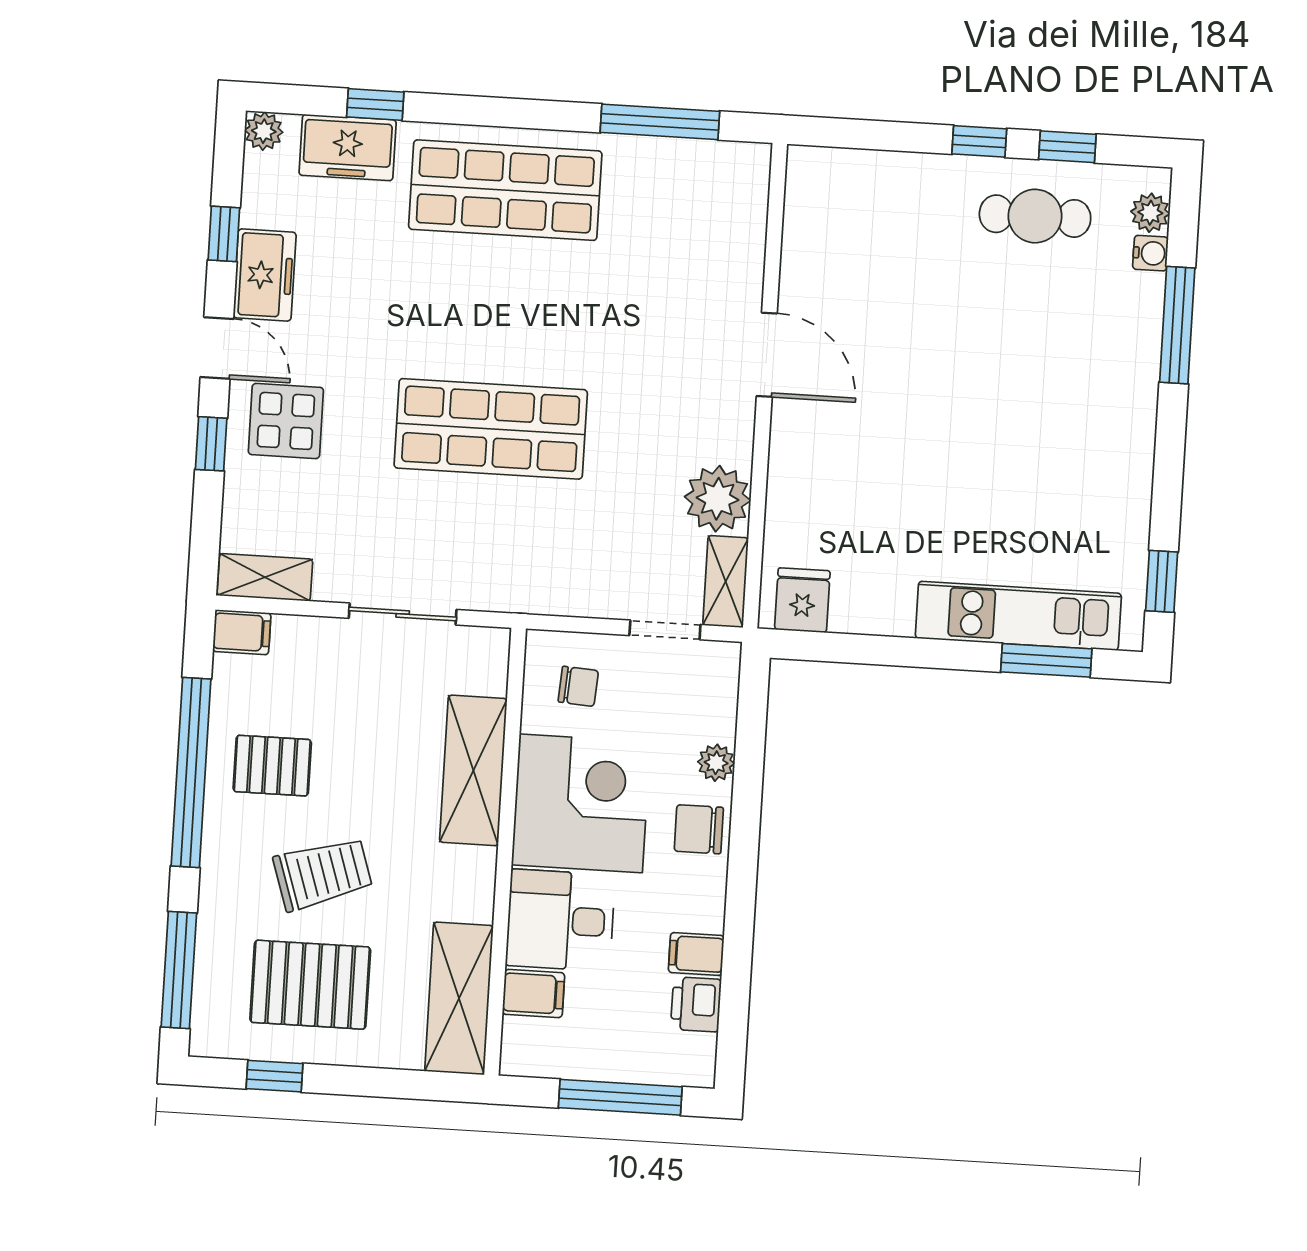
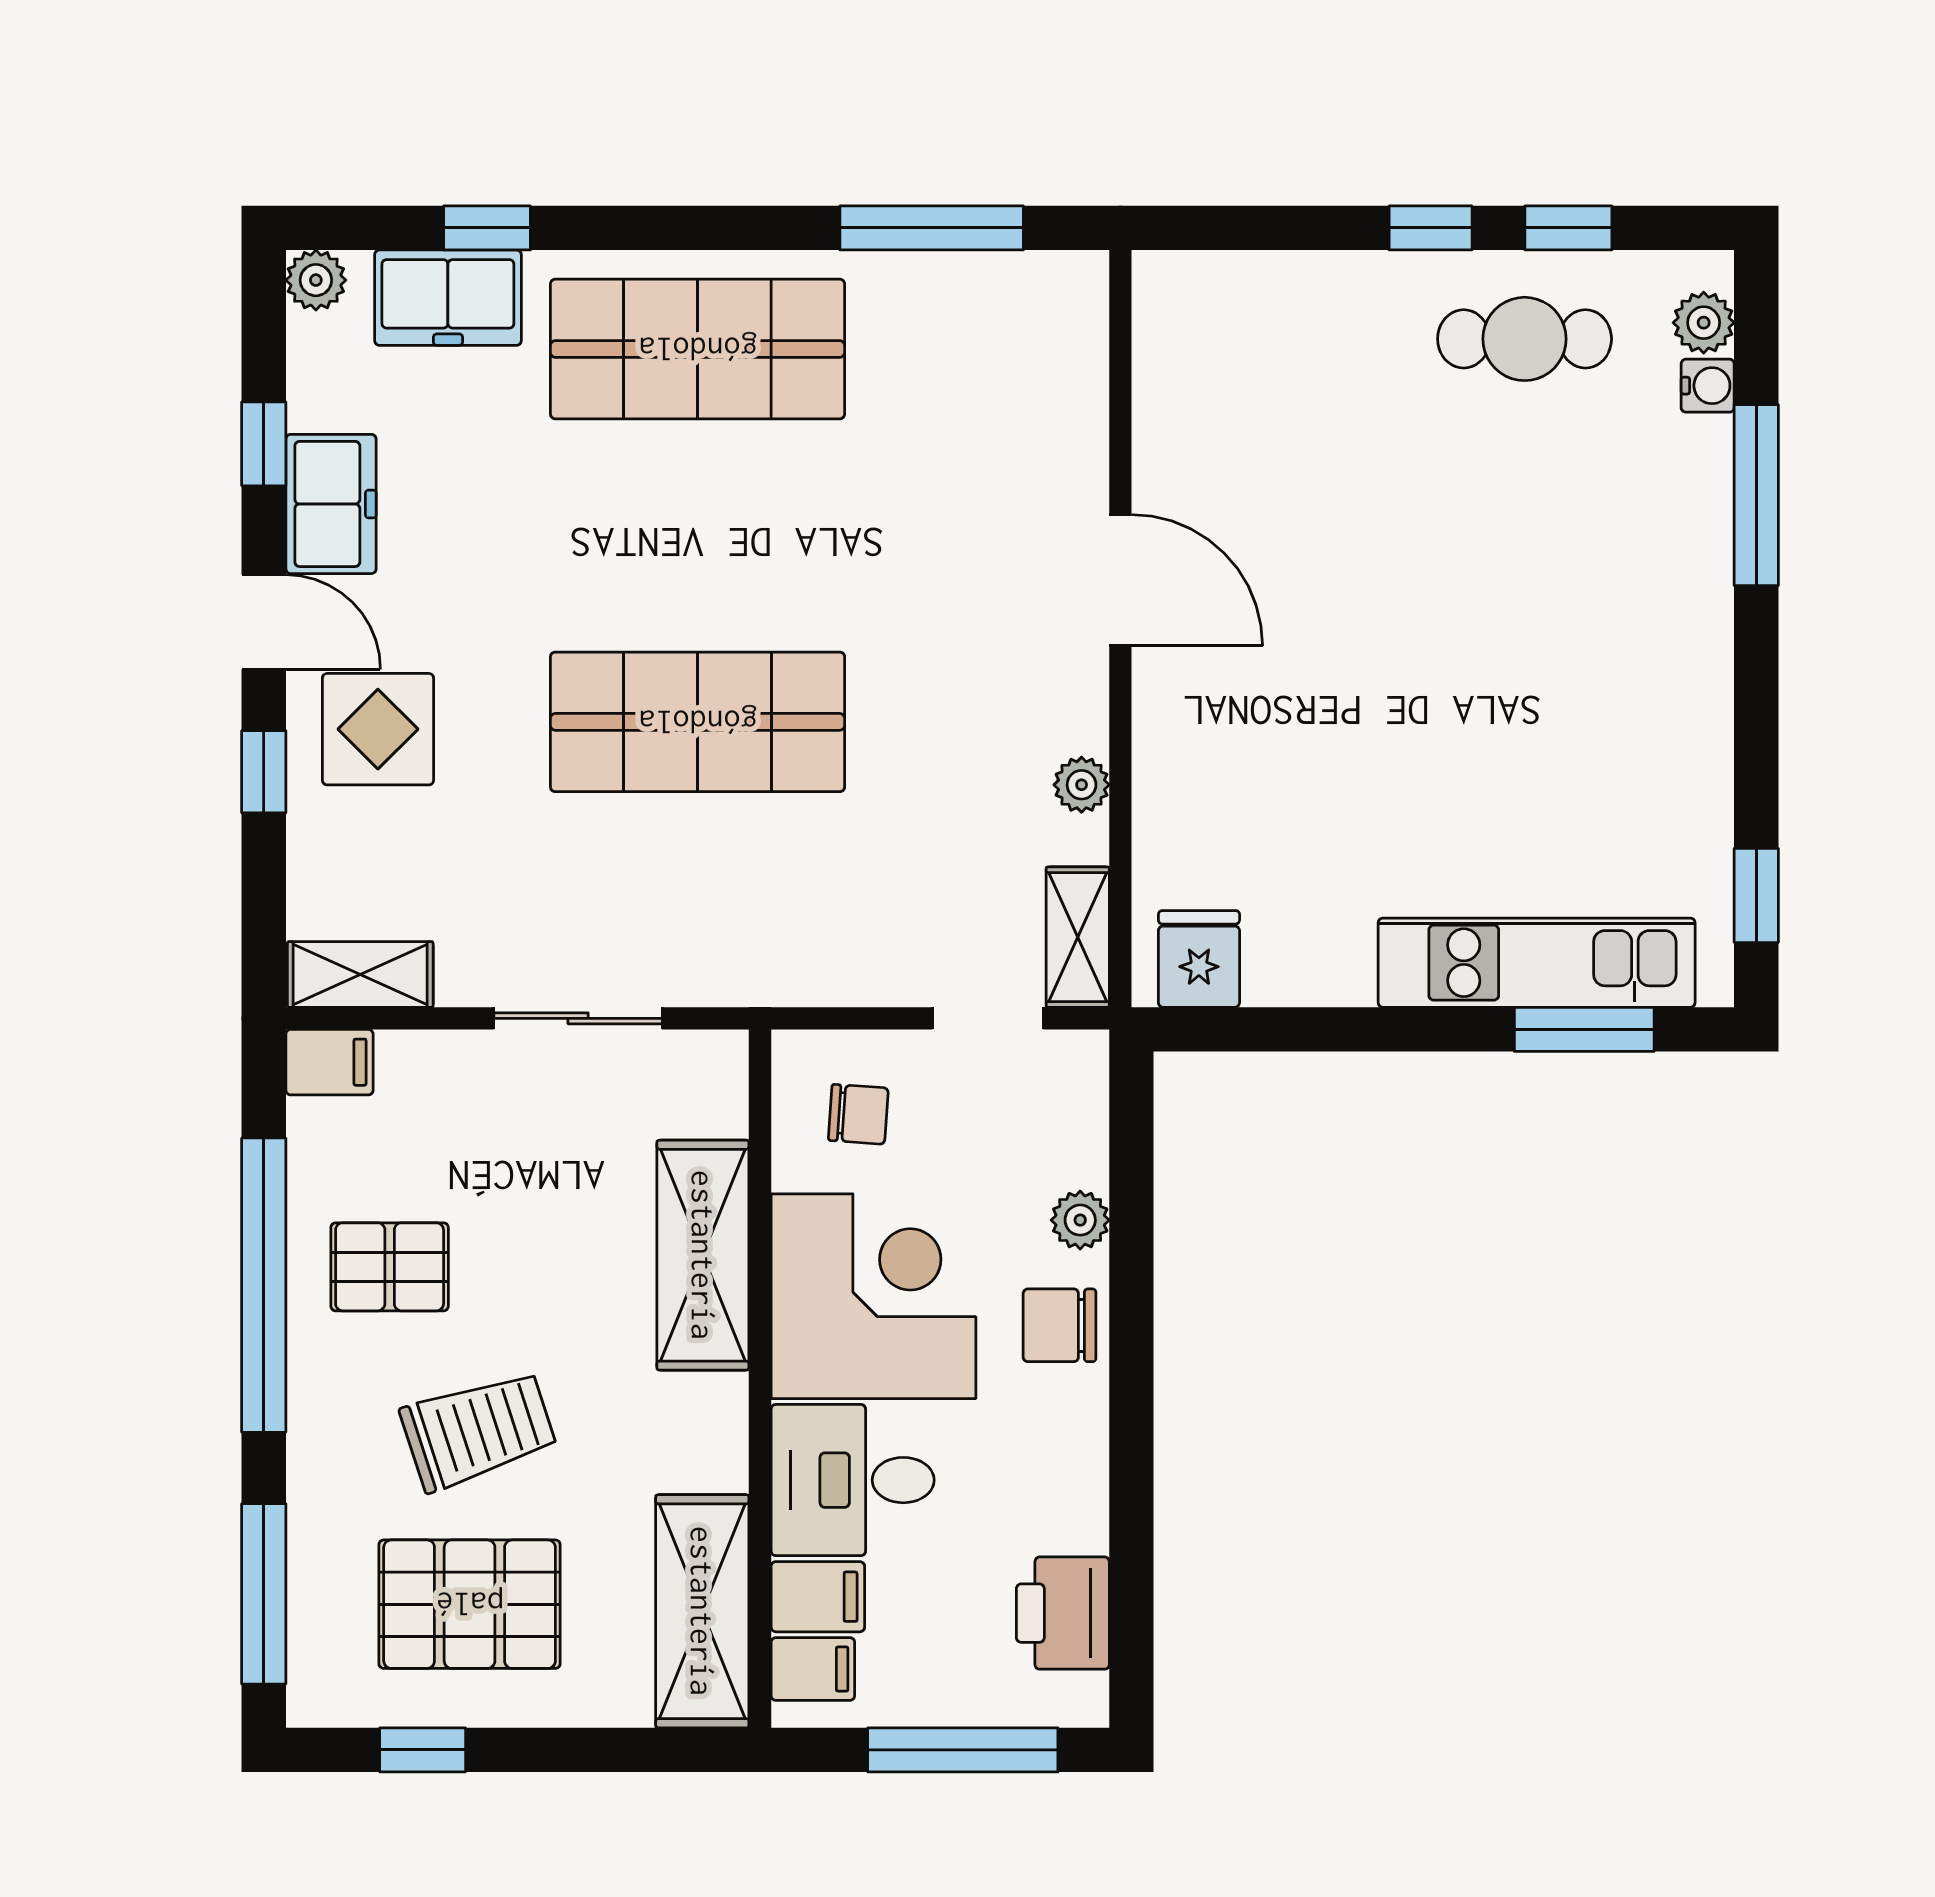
plant: (718, 499) -> (1082, 785), width x0.53, depth x0.53
filing cabinet: (696, 954) -> (813, 1669), moved, turned 180
printer: (696, 1004) -> (1063, 1613), width x1.36, depth x1.24

